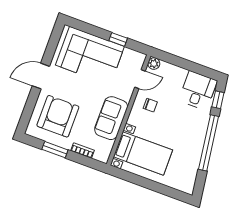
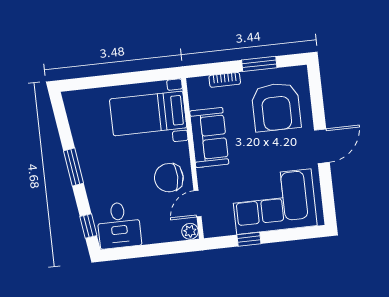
chair: (150, 105) -> (169, 178), width x1.87, depth x1.87
window: (209, 143) -> (74, 167), width x0.47

